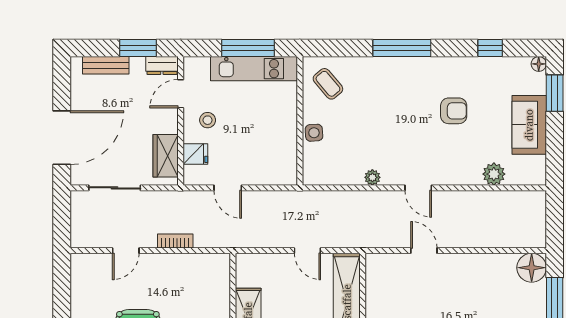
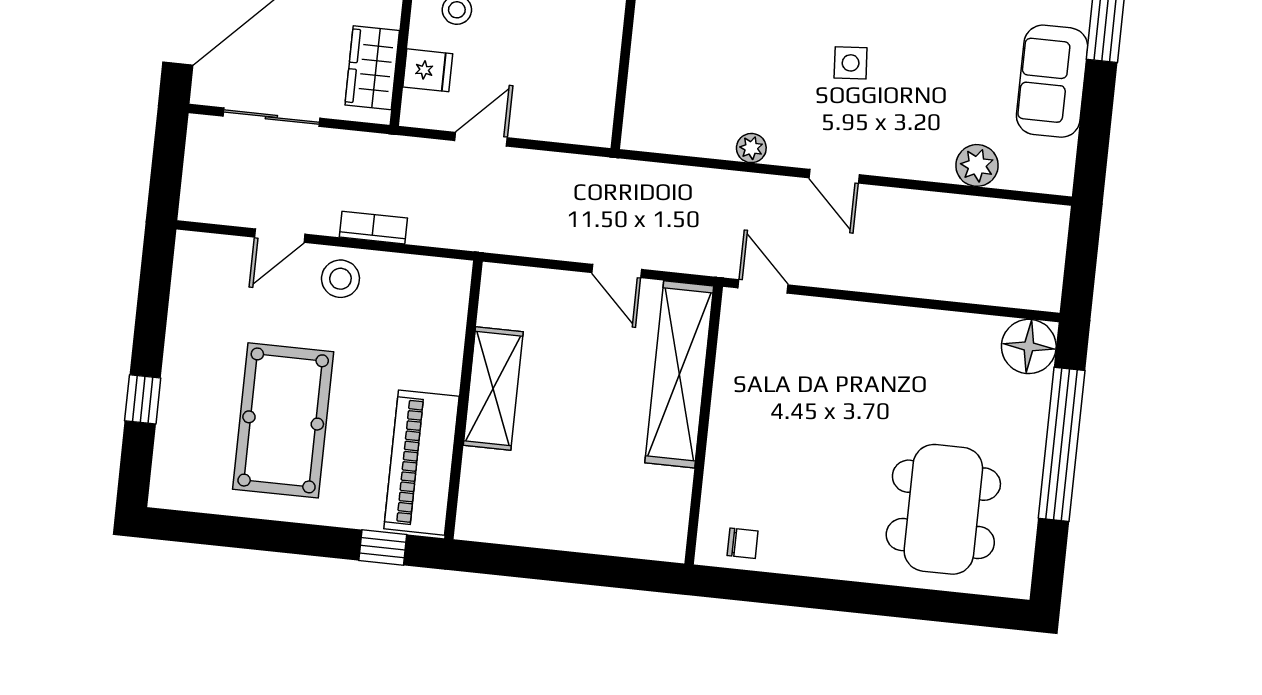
armchair: (454, 111) -> (915, 41), removed
side table: (314, 133) -> (851, 63), moved
door: (228, 188) -> (481, 139), swing flipped
door: (424, 251) -> (763, 286), moved
stool: (161, 270) -> (340, 279), added

